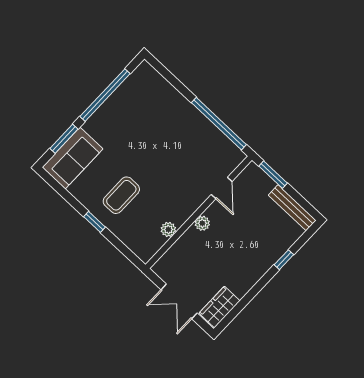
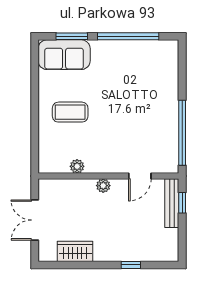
window: (273, 175) -> (182, 203), width x0.67
bench: (292, 208) -> (172, 203), moved
window: (95, 222) -> (35, 111), removed
wardrobe: (220, 307) -> (75, 251), moved

